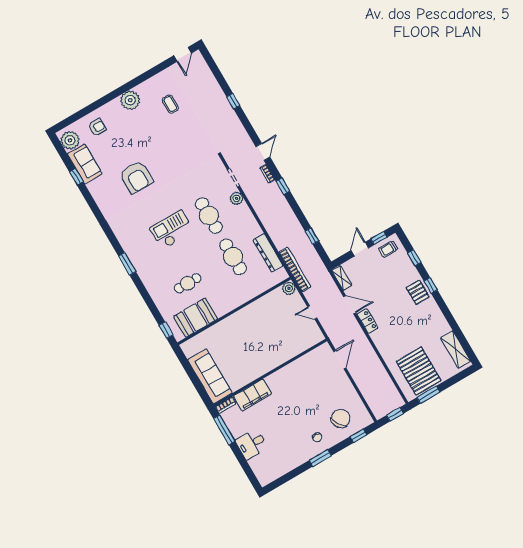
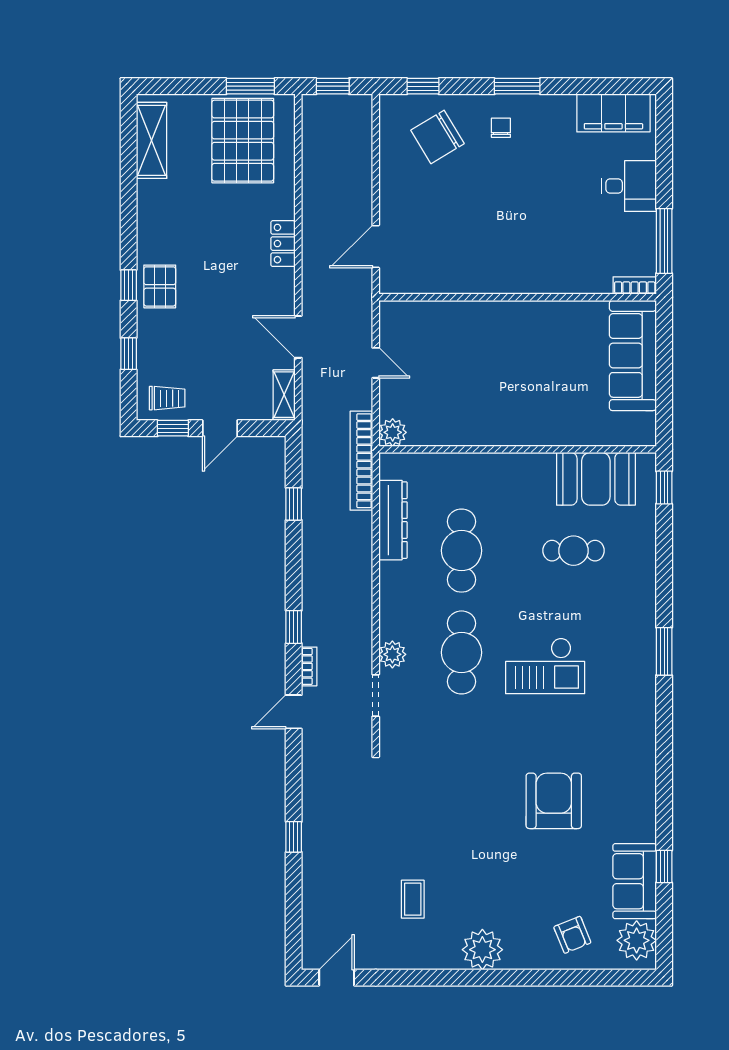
armchair: (97, 127) -> (572, 935), turned -112
locker: (368, 321) -> (283, 244), moved
filing cabinet: (252, 395) -> (613, 113), moved, turned 180

